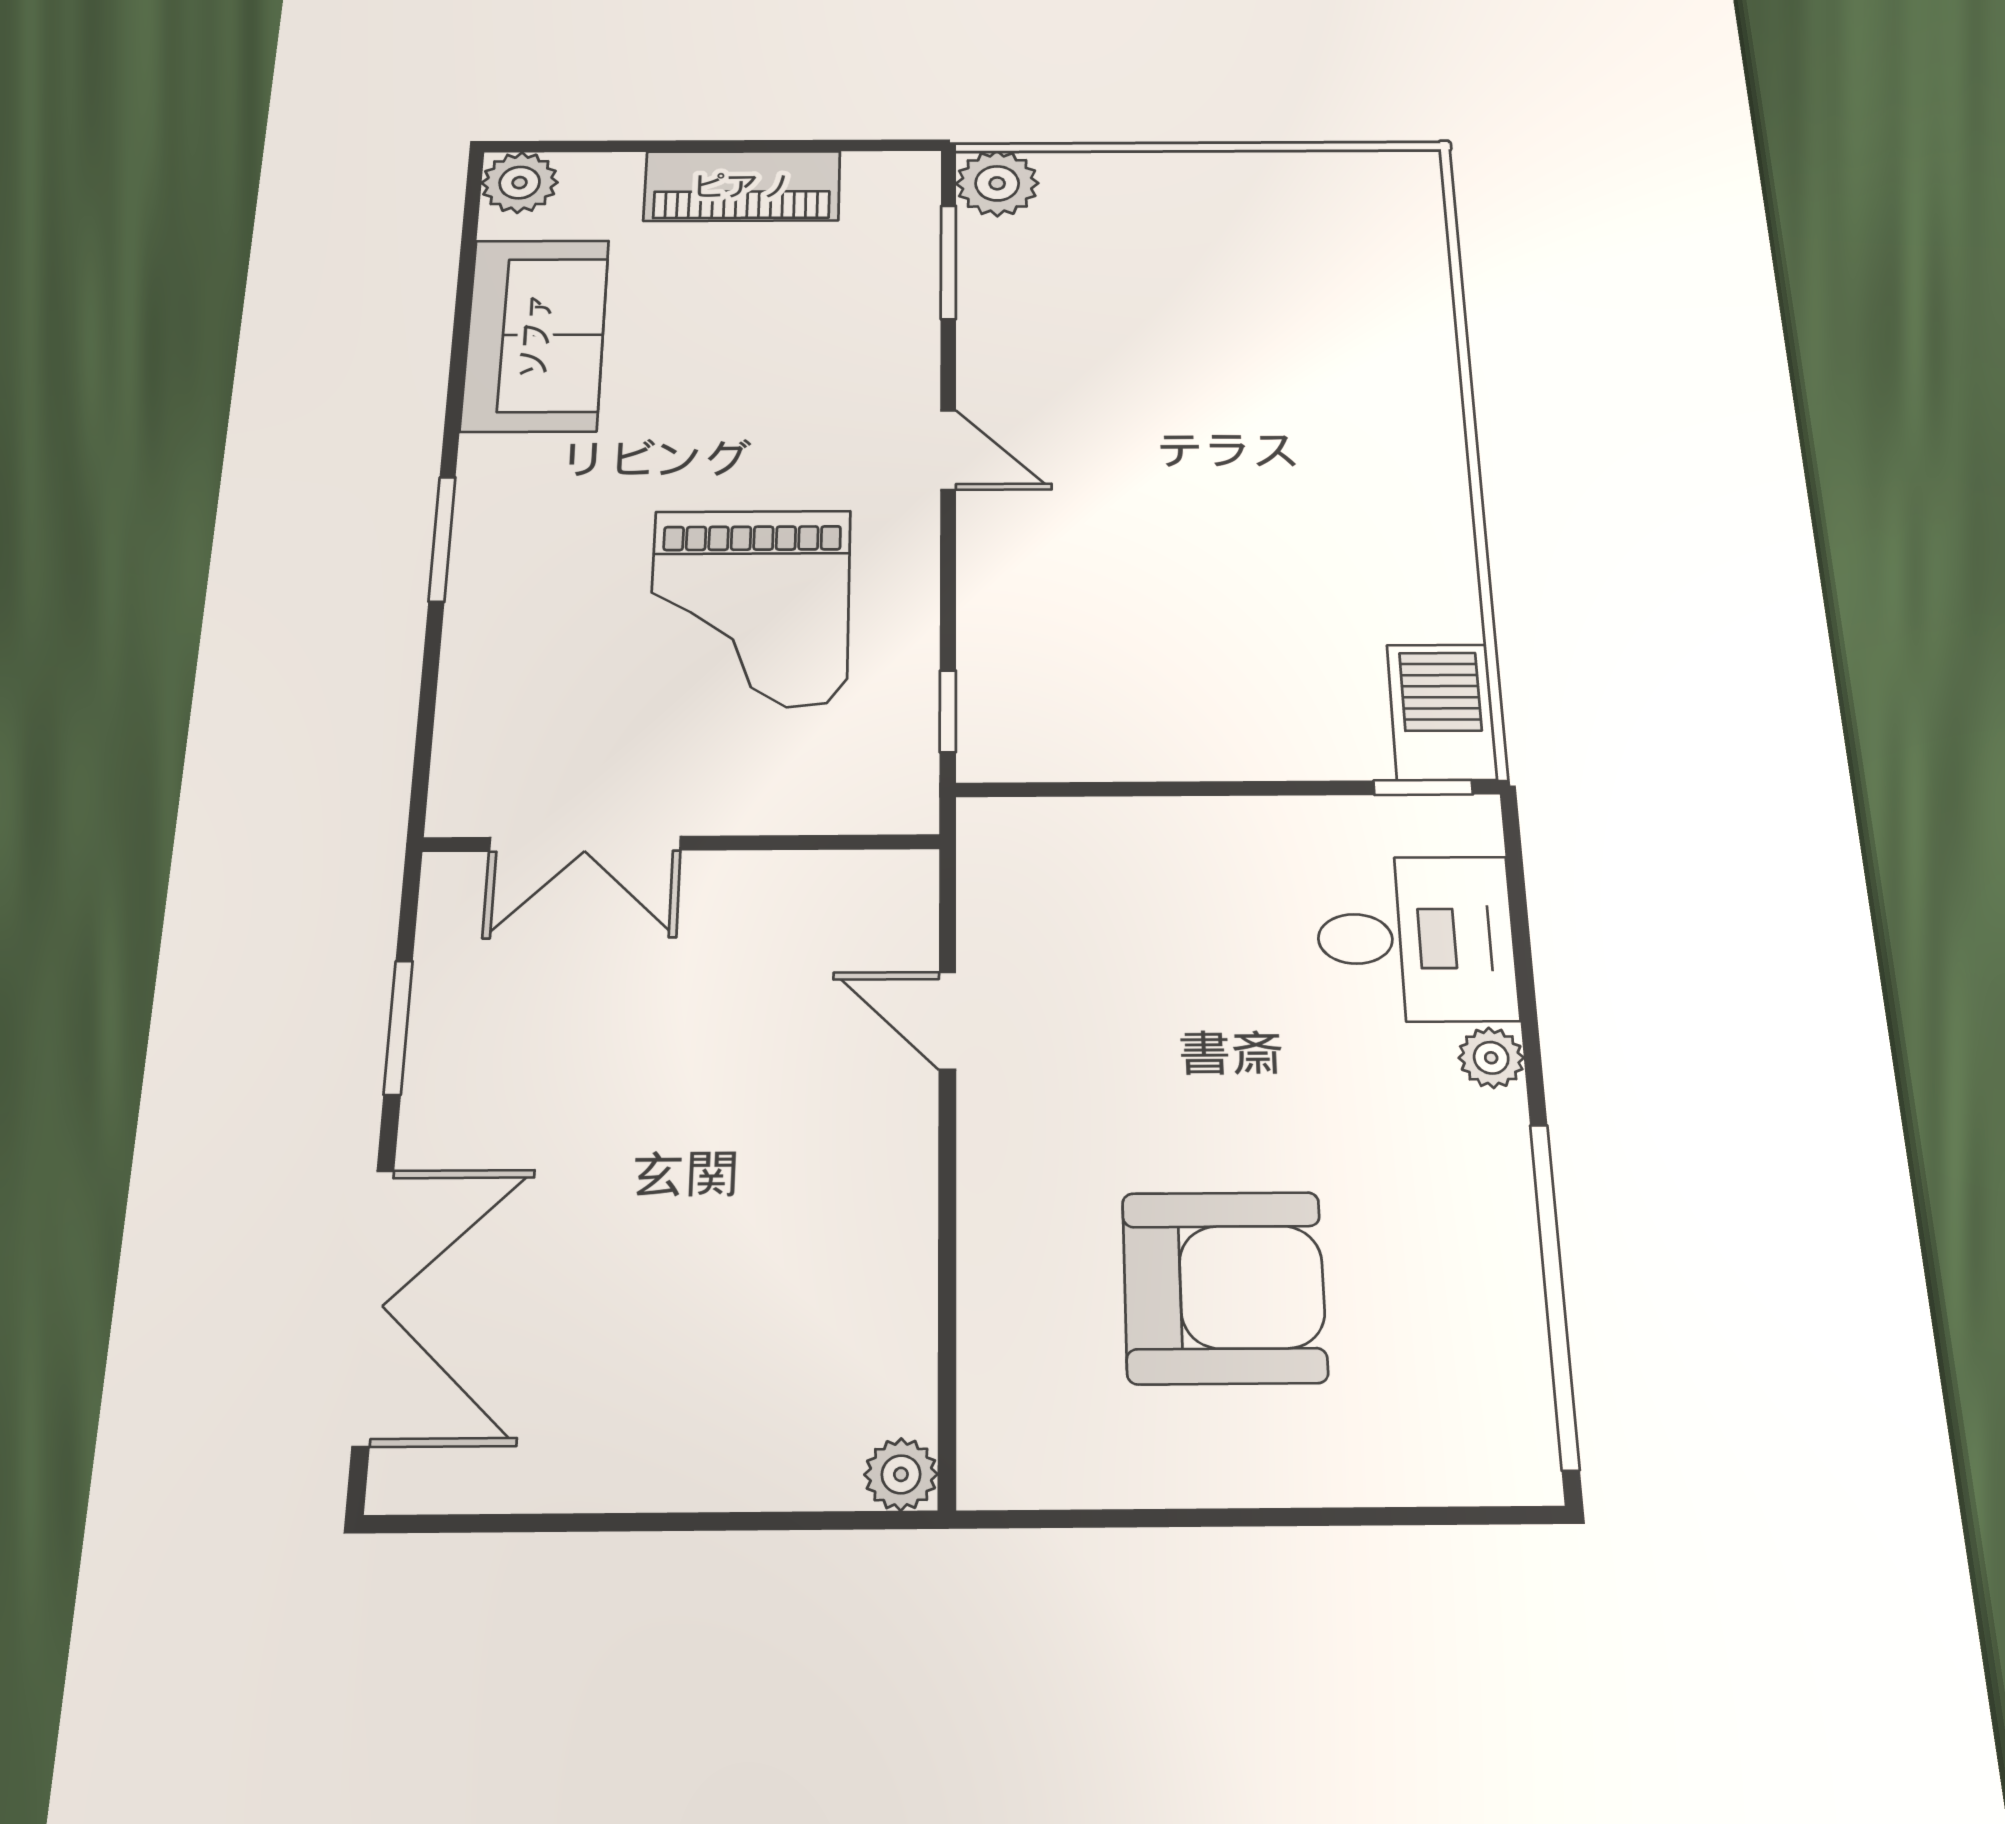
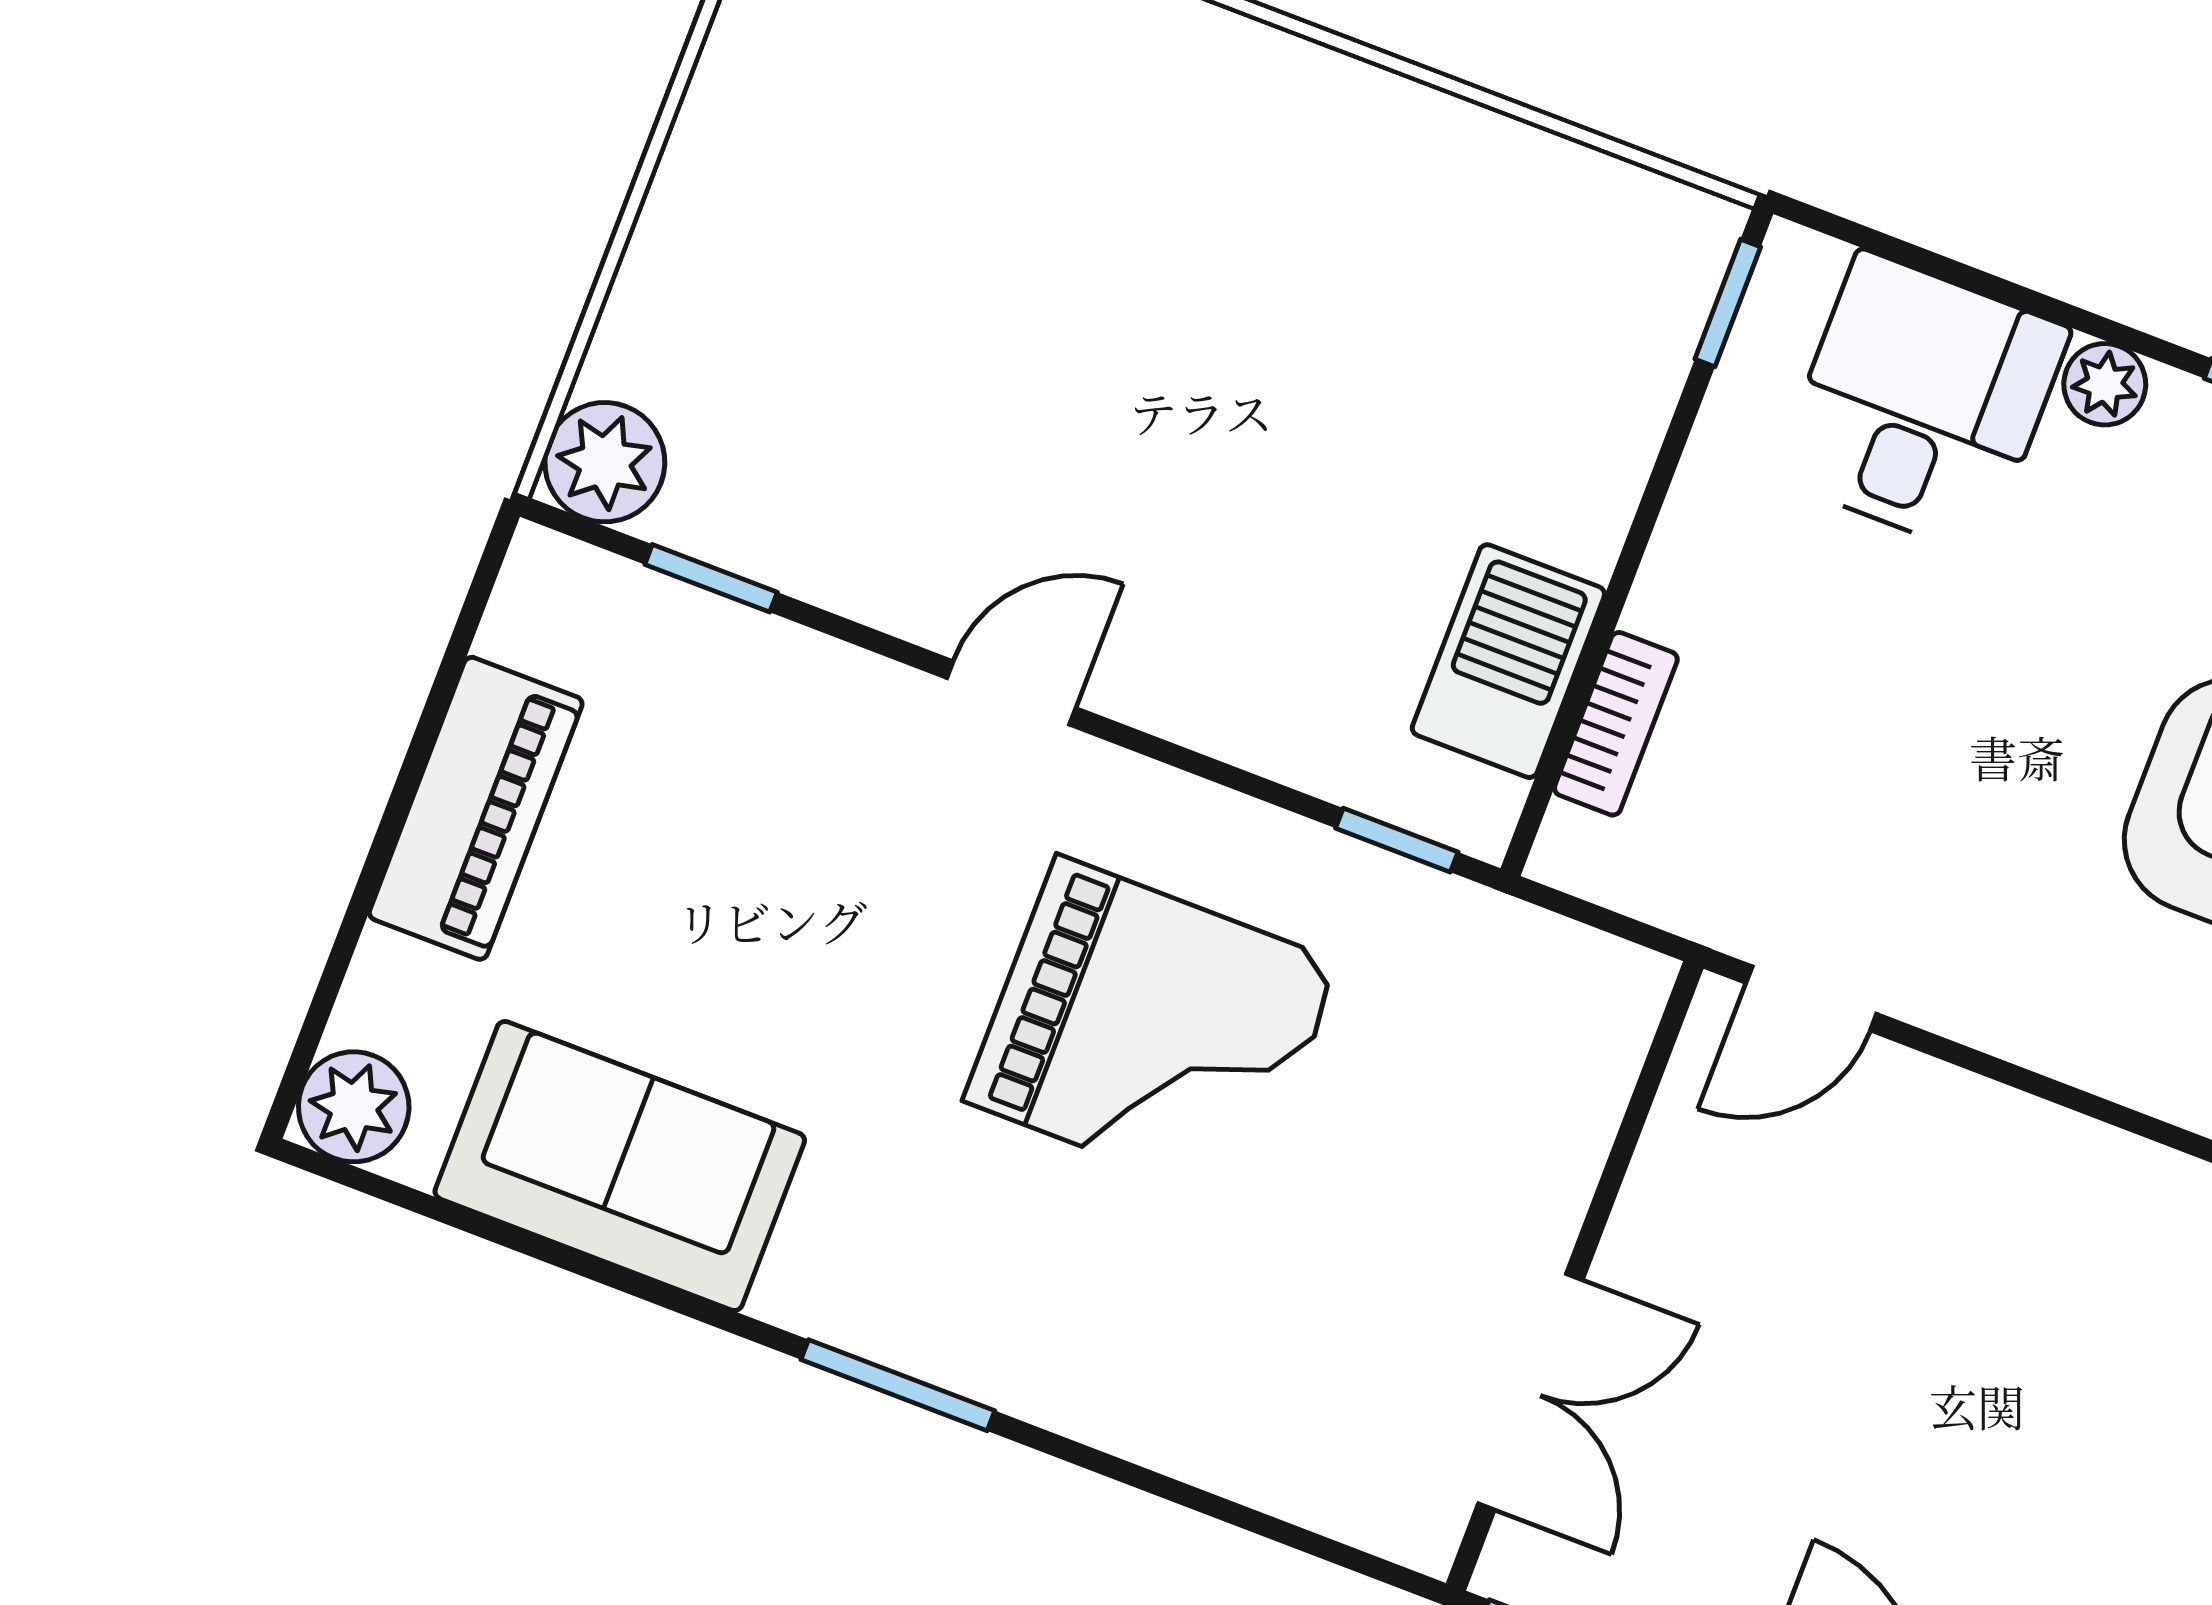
window: (948, 262) -> (711, 578), width x0.67
barbecue: (1442, 712) -> (1508, 661), moved, turned 90
bookcase: (1092, 820) -> (1616, 724), added
wall: (681, 843) -> (1575, 1276), moved
double door: (585, 844) -> (1530, 1392), moved

